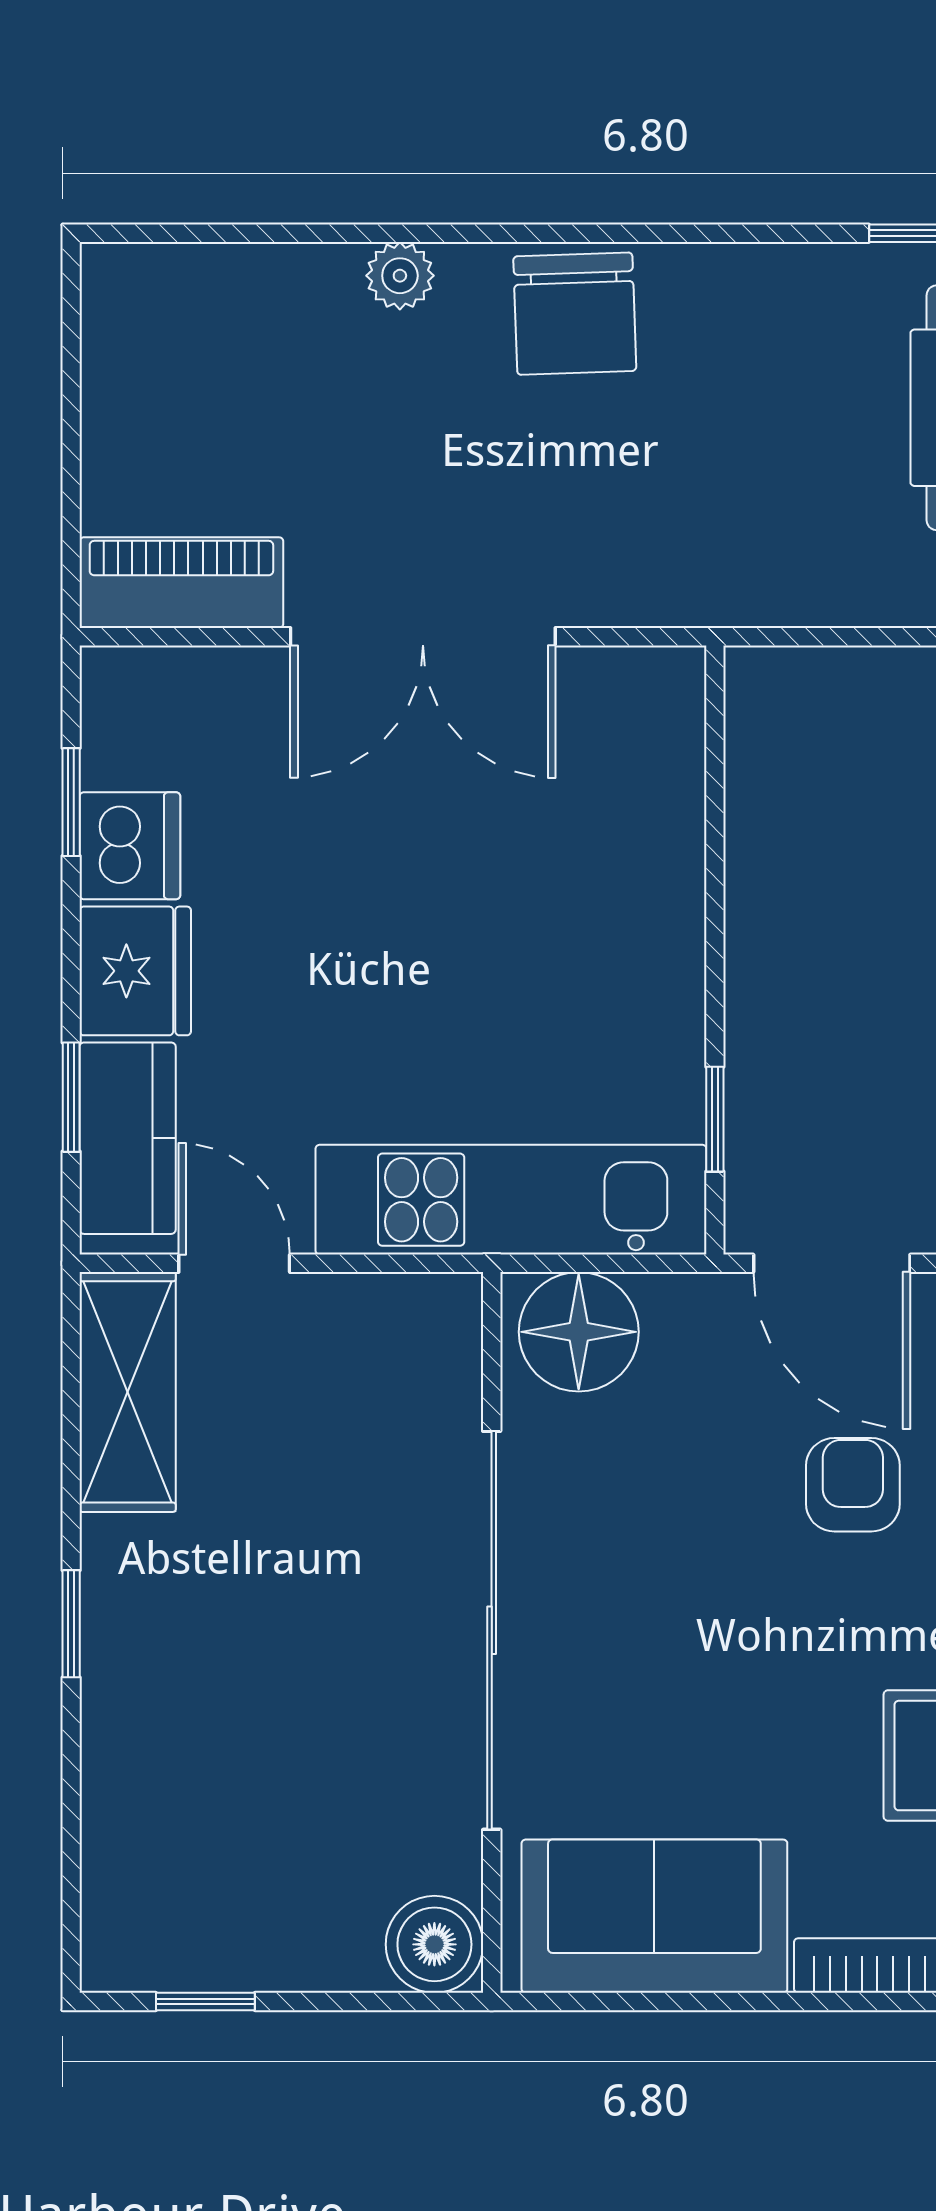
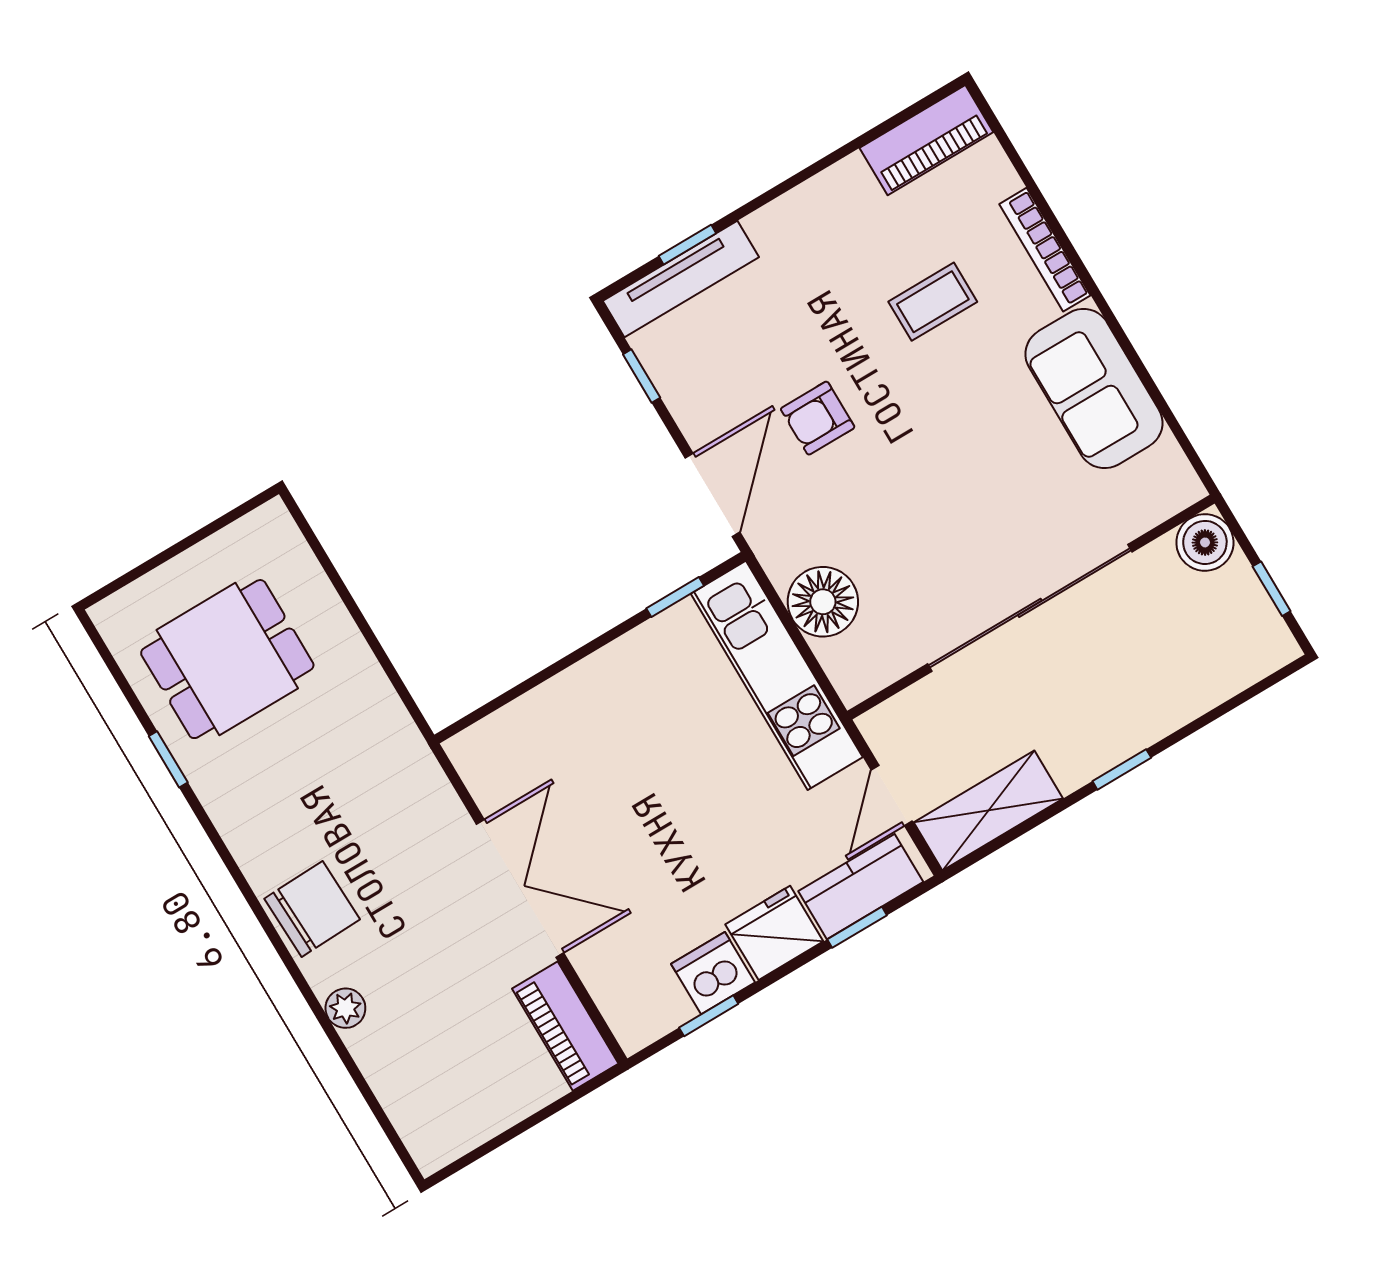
sliding door: (492, 1630) -> (1030, 608), moved
wall: (492, 1632) -> (1031, 607), moved
boiler: (434, 1944) -> (1205, 542), moved

